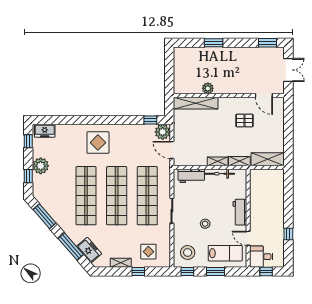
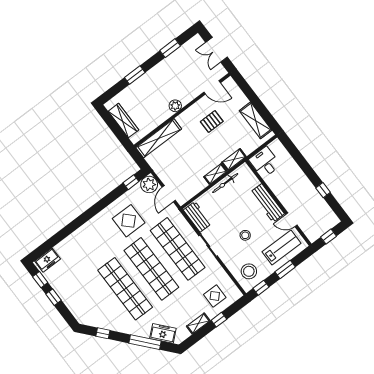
window: (267, 43) -> (170, 48), moved
wardrobe: (180, 70) -> (123, 121), added
double door: (288, 70) -> (216, 50), swing flipped
plant: (208, 88) -> (175, 106), moved
display table: (98, 143) -> (129, 221), moved
door: (172, 150) -> (169, 194), hinge flipped
shelving: (268, 159) -> (256, 120), moved, turned 90
plant: (41, 166) -> (67, 293), removed
window: (28, 176) -> (53, 297), moved
workbench: (191, 176) -> (197, 217), moved, turned -90
workbench: (240, 212) -> (267, 203), width x1.38
window: (44, 216) -> (103, 333), width x0.46
desk: (261, 257) -> (265, 162), moved, turned 90

